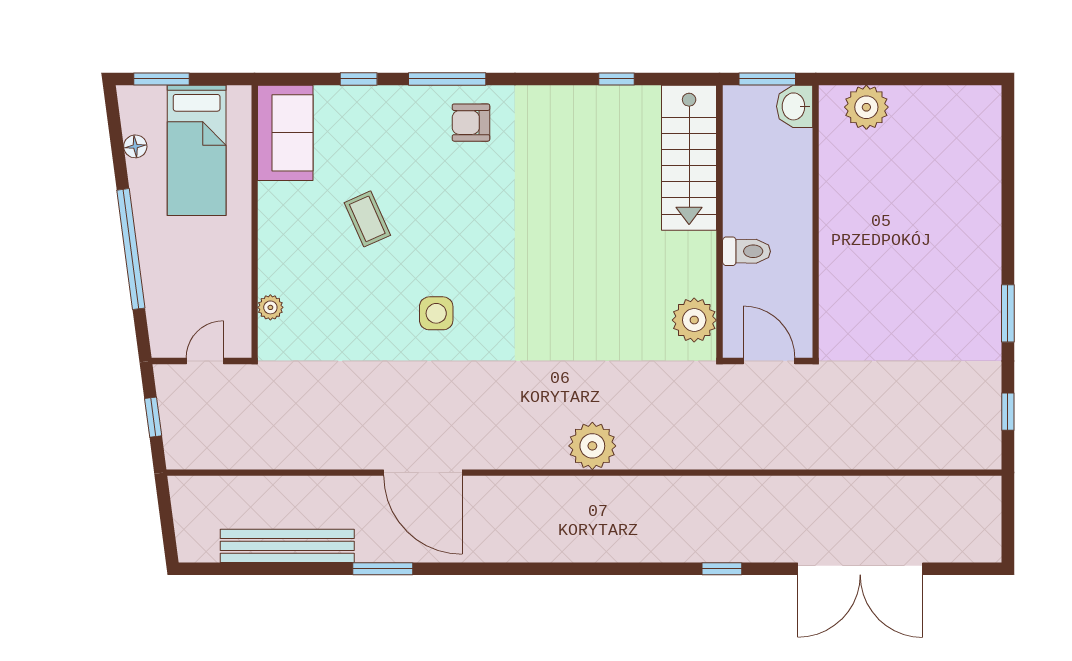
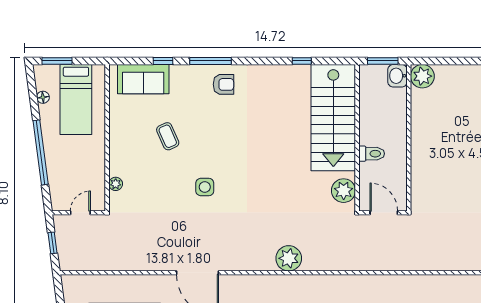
plant: (866, 107) -> (422, 76), moved
armchair: (471, 123) -> (223, 84), turned 180
sofa: (285, 133) -> (143, 79), moved, turned 90
stairs: (689, 158) -> (333, 118), width x1.36, depth x1.51

